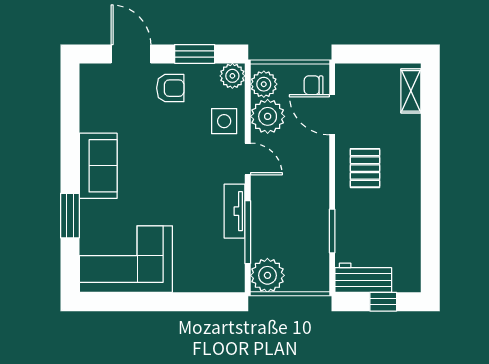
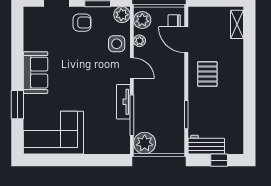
plant: (268, 116) -> (140, 41), width x0.53, depth x0.53

